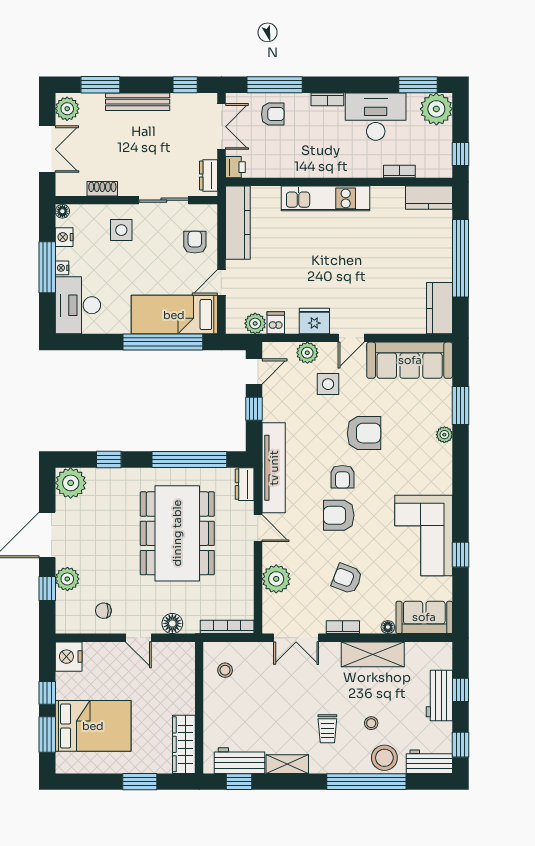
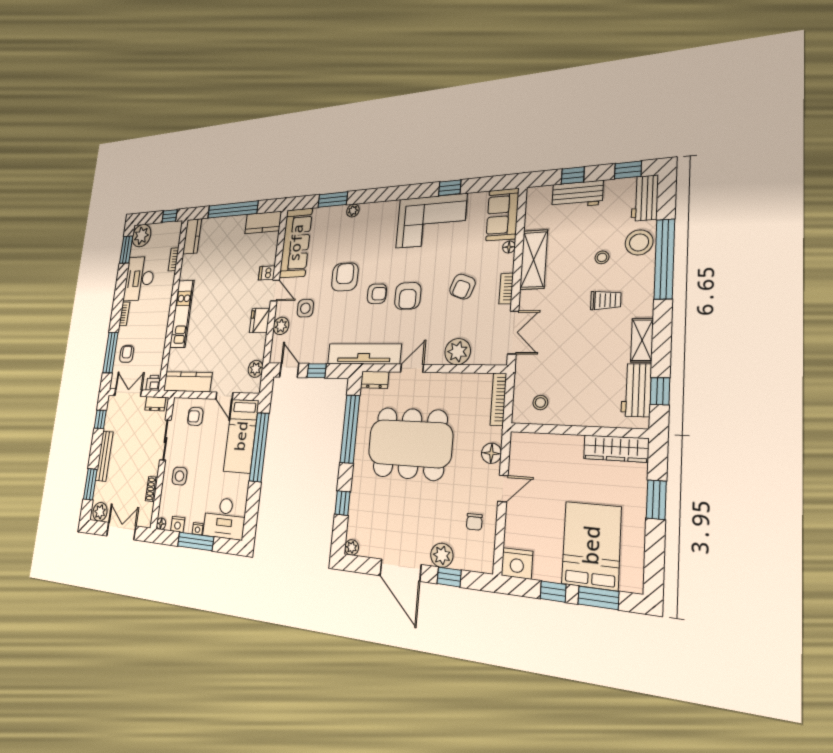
dishwasher: (276, 323) -> (267, 273), moved
plant: (71, 483) -> (352, 547), width x0.53, depth x0.53

